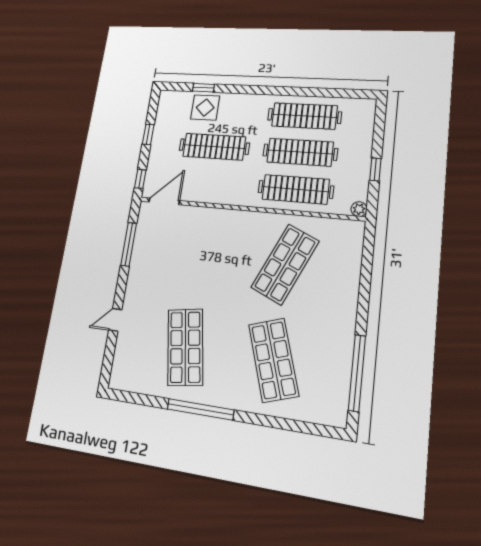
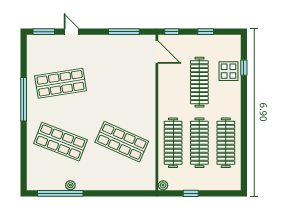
plant: (345, 354) -> (70, 185), added
shop shelf: (273, 360) -> (60, 142), turned 39
window: (108, 362) -> (44, 32), added

